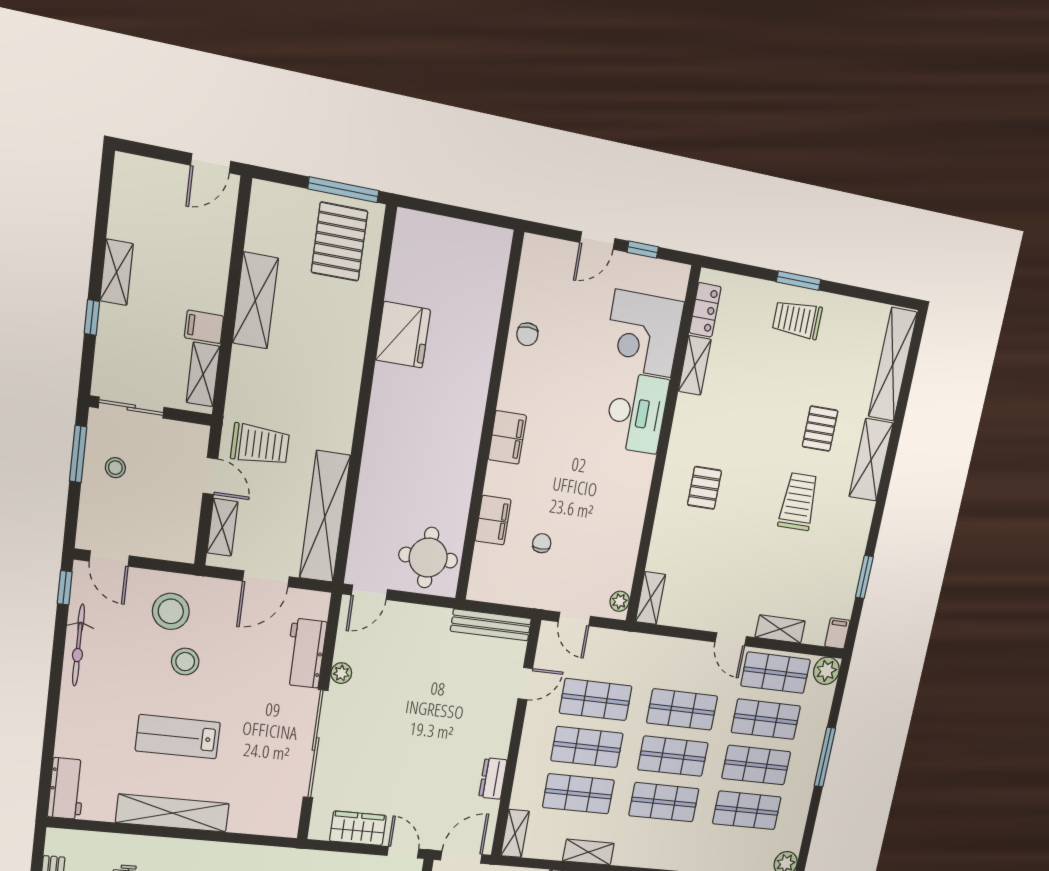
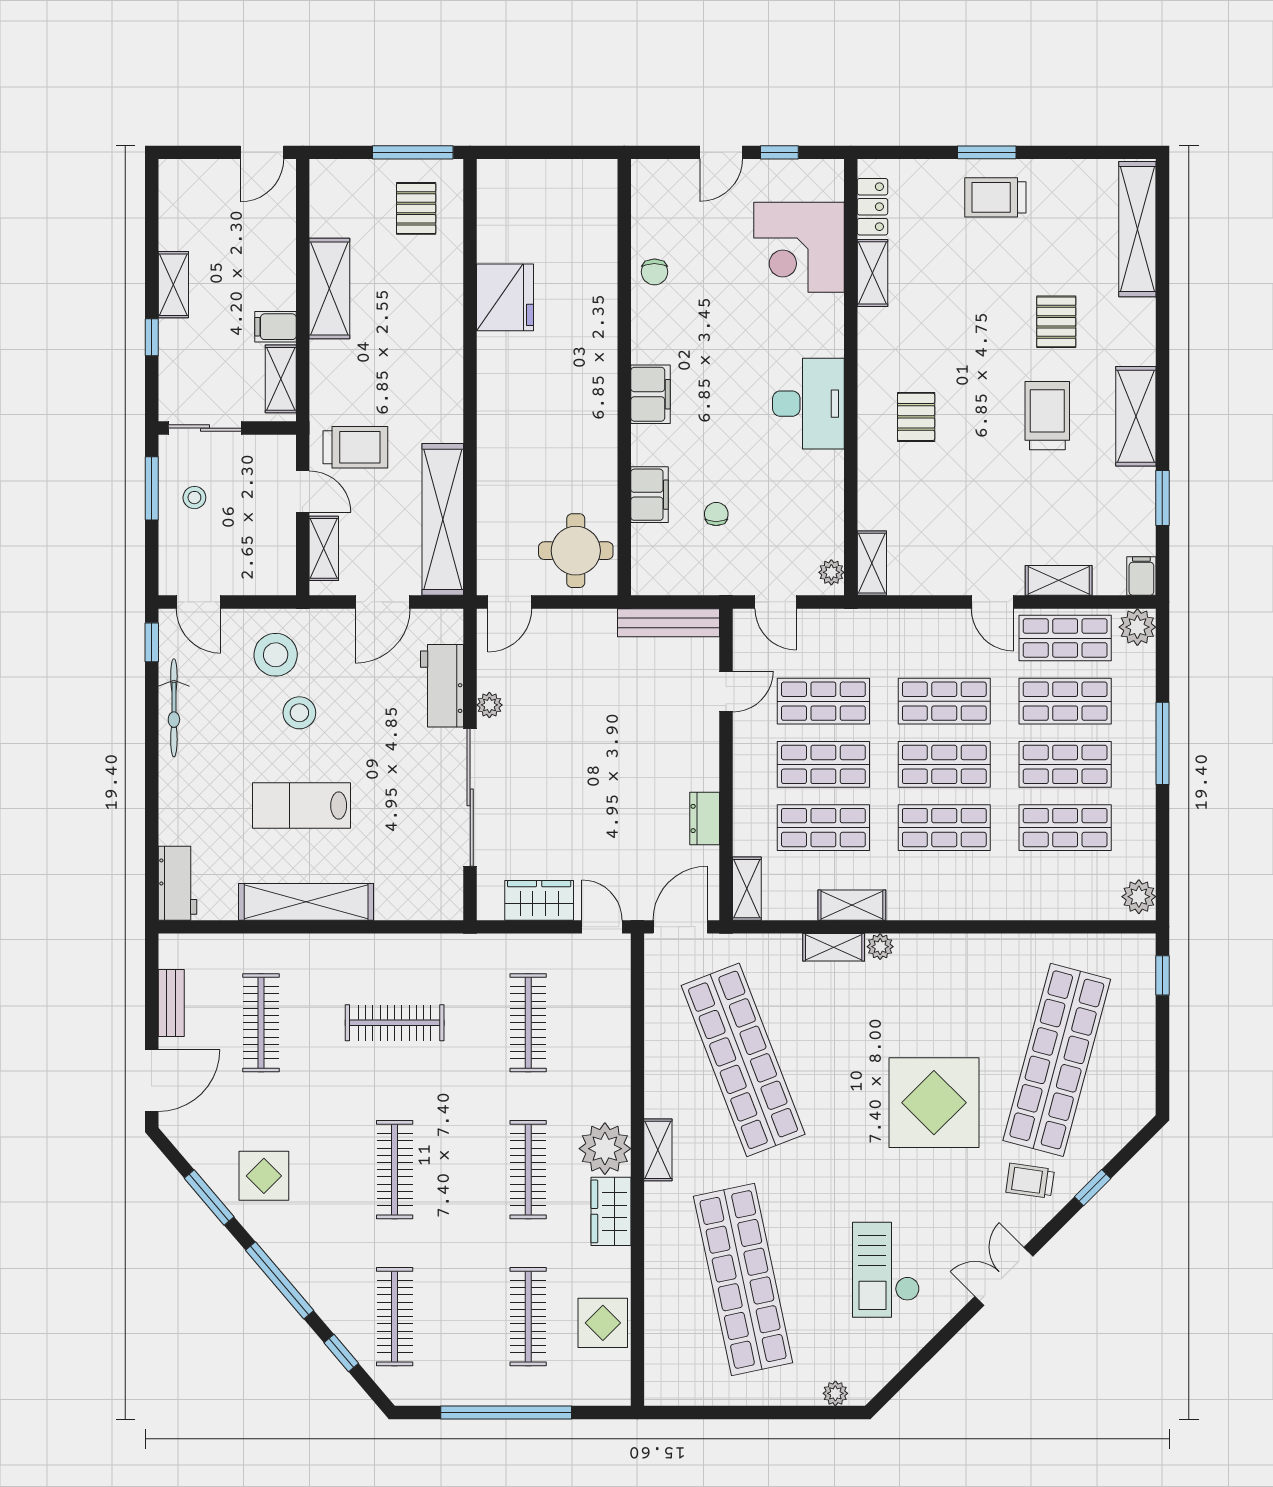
pallet: (339, 242) -> (416, 208), width x0.67, depth x0.71
desk: (636, 413) -> (808, 404), moved
shelving: (871, 460) -> (1136, 416), moved

